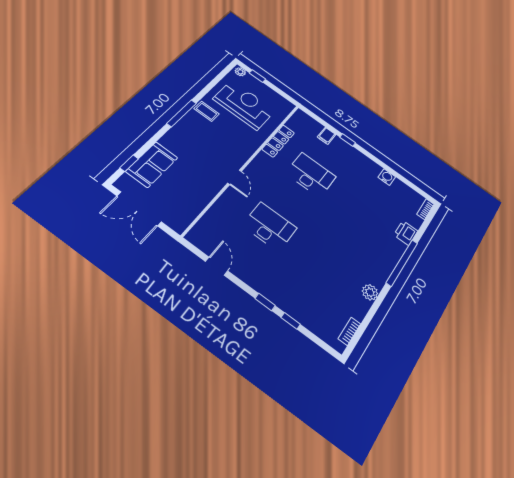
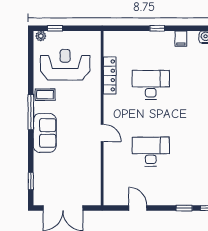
filing cabinet: (327, 136) -> (181, 39), moved
sofa: (152, 164) -> (45, 133), moved

